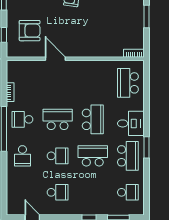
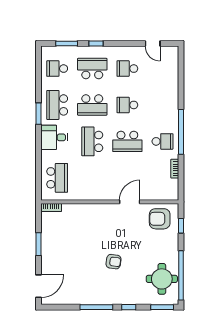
armchair: (30, 31) -> (160, 219), moved
door: (55, 59) -> (130, 202), swing flipped
school desk: (22, 156) -> (92, 69), moved, width x1.85

